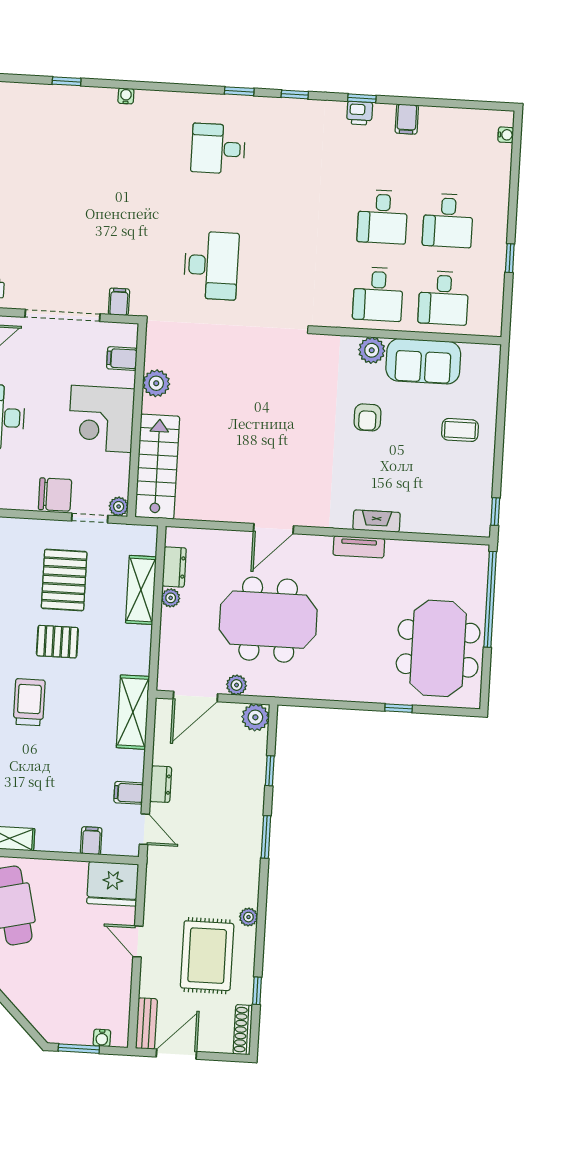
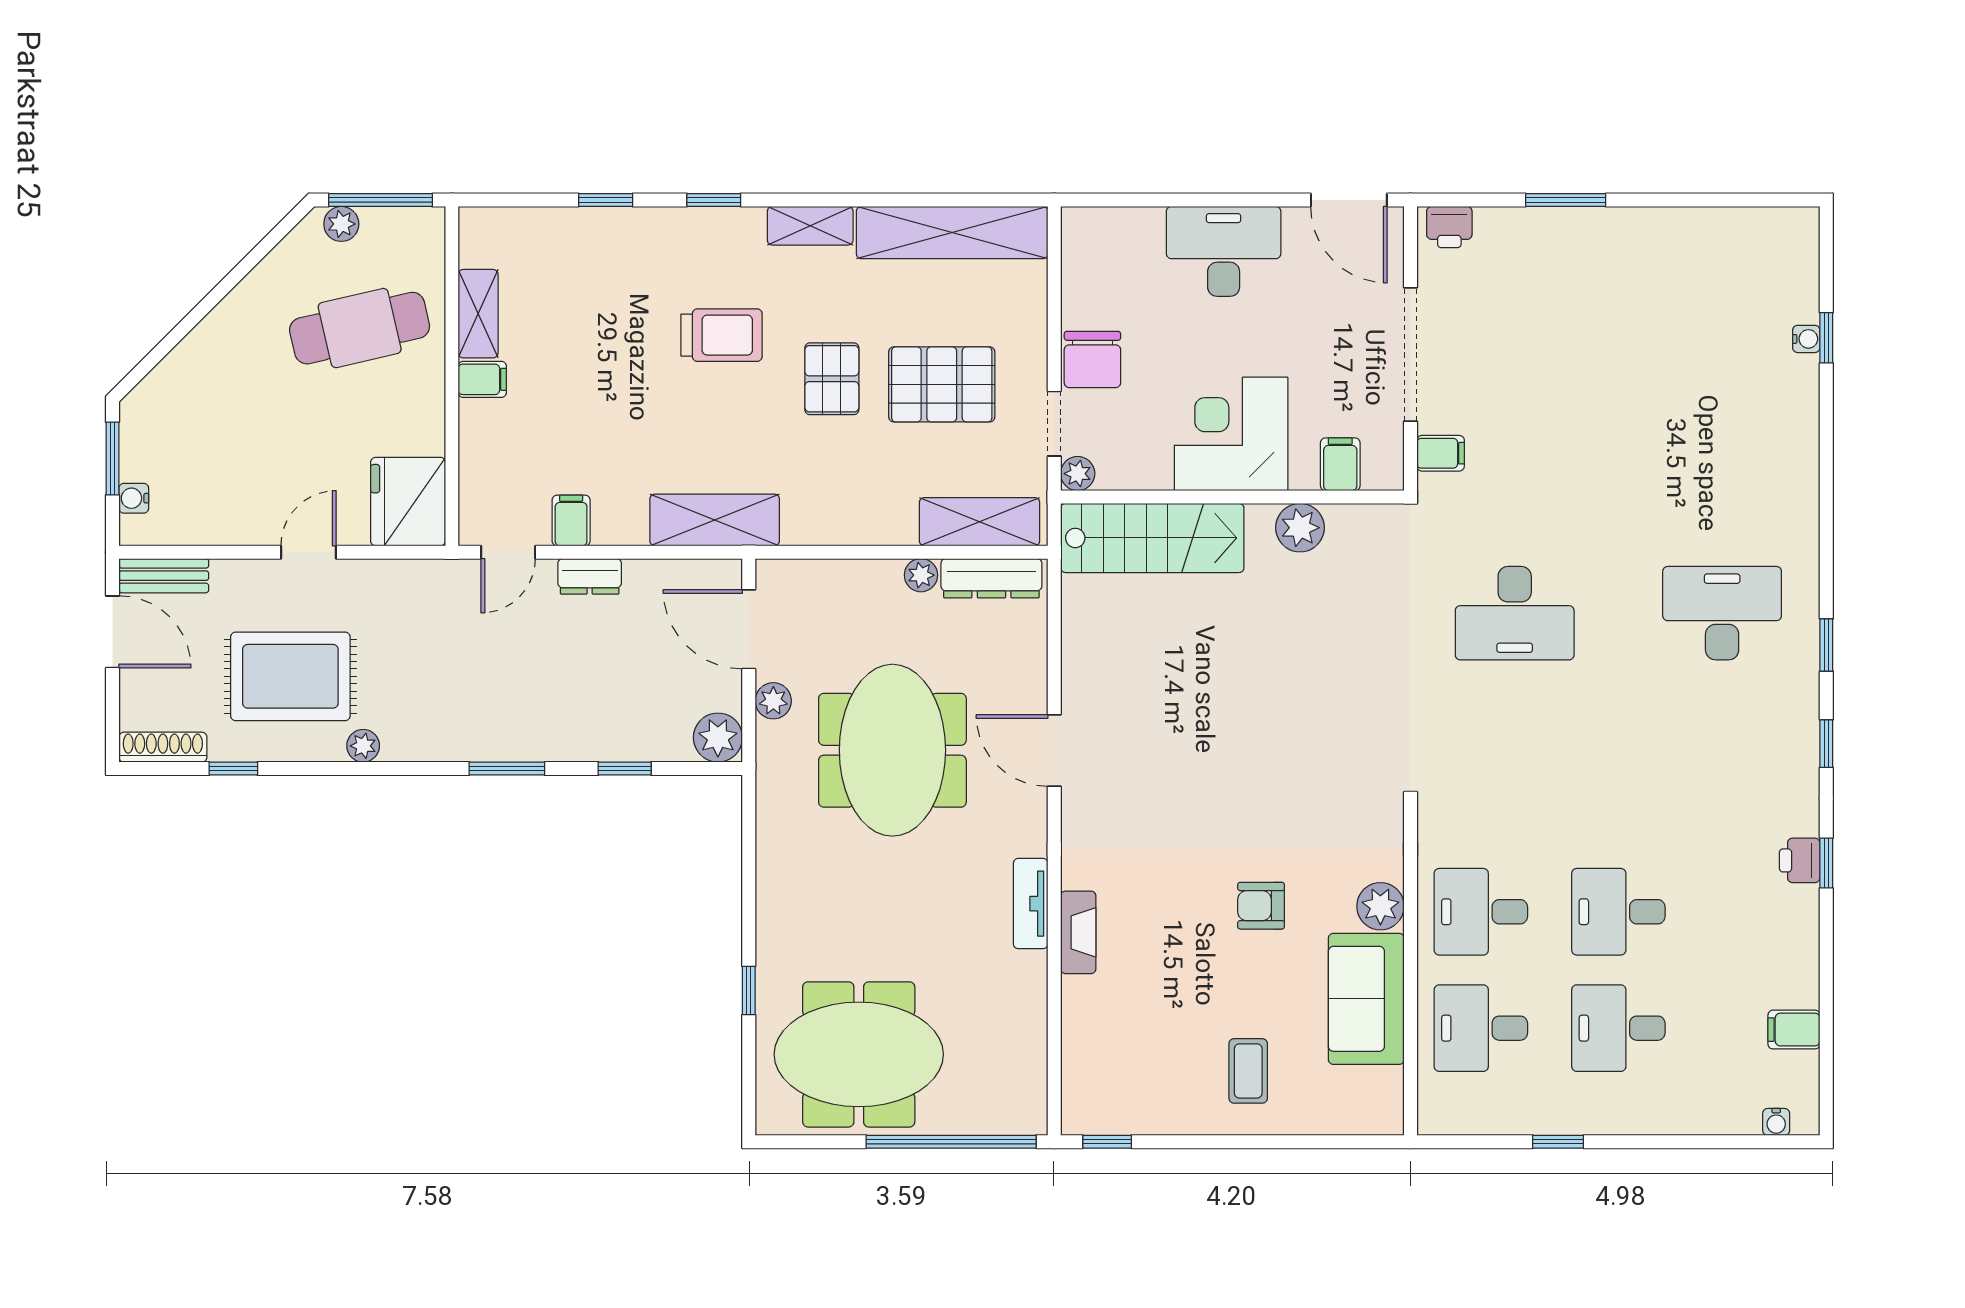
water cooler: (126, 96) -> (1806, 339), moved
filing cabinet: (407, 119) -> (1794, 1030), moved
desk: (218, 149) -> (1722, 613), width x1.37
dresser: (174, 567) -> (991, 578), width x1.44
shelving: (141, 590) -> (980, 522), moved
filing cabinet: (91, 841) -> (482, 379), moved

